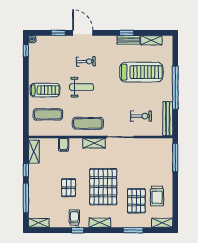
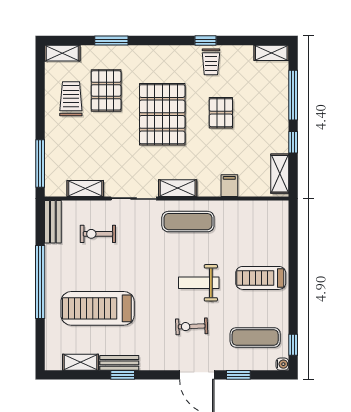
exercise mat: (48, 114) -> (255, 337), moved
bench: (168, 119) -> (53, 222), width x0.73
shelving: (100, 223) -> (85, 189), moved

